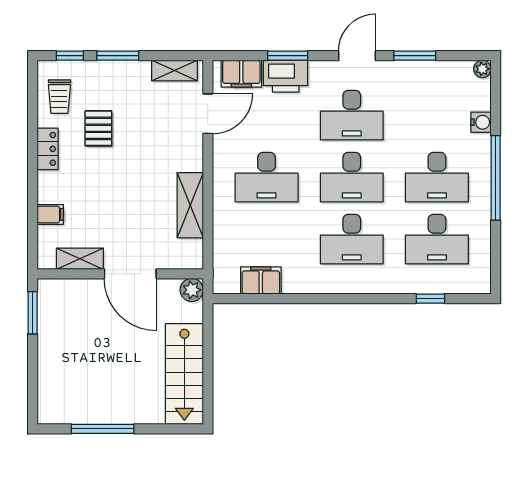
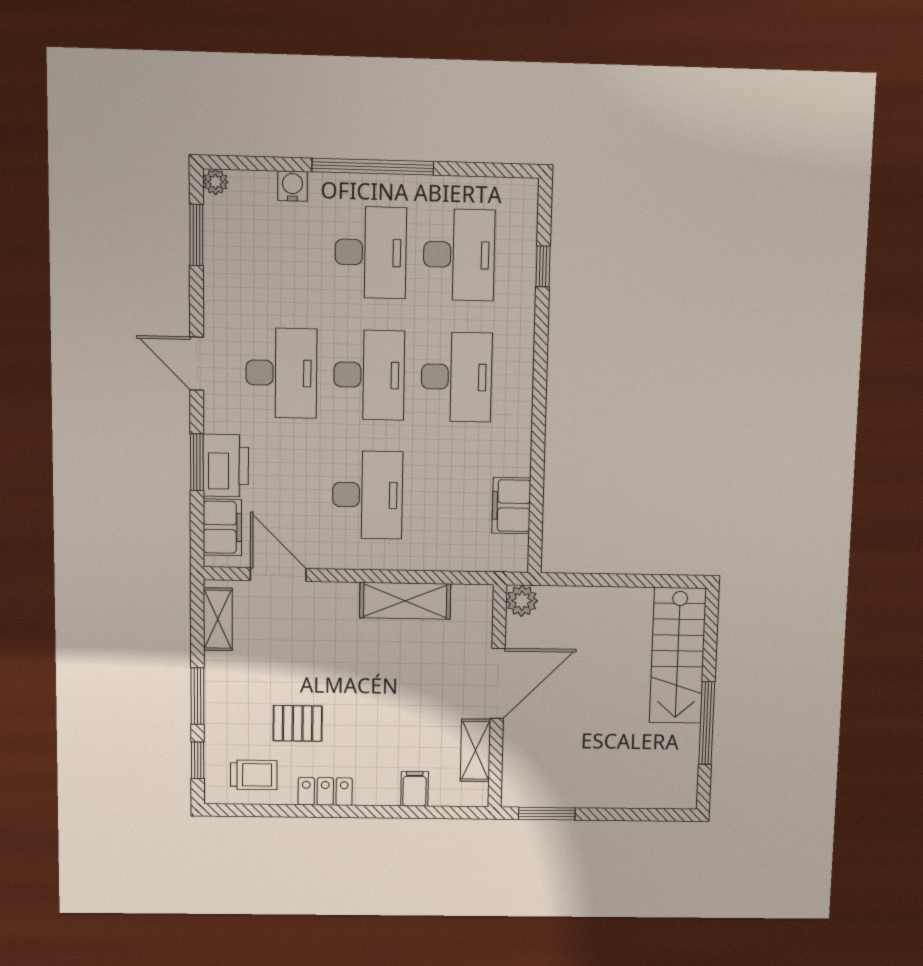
window: (415, 56) -> (196, 235), moved
stairs: (184, 374) -> (678, 656), moved, turned 90

